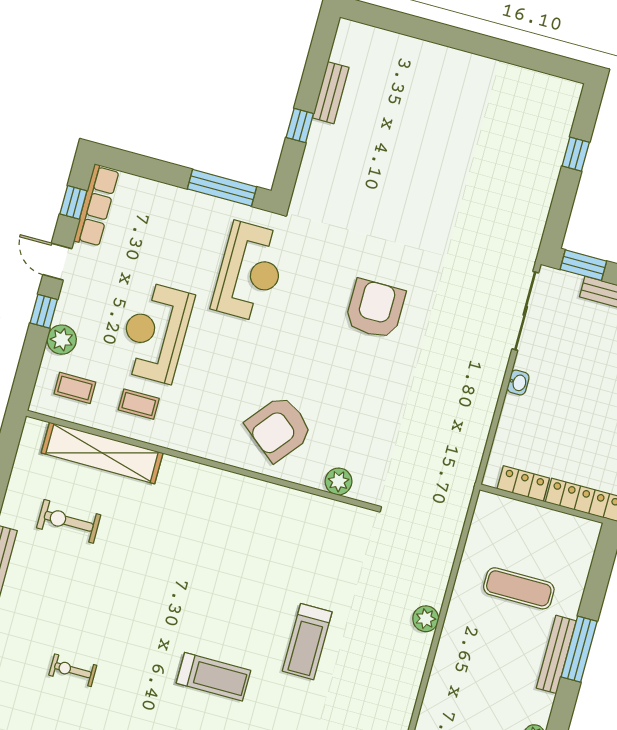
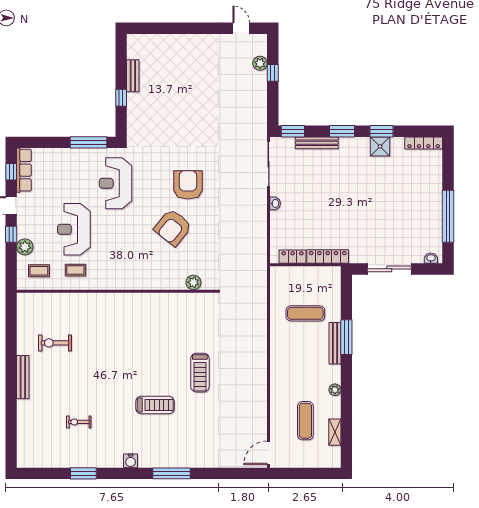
door: (542, 61) -> (241, 28), added
reception desk: (250, 272) -> (116, 183), turned 180
armchair: (279, 429) -> (173, 227), moved
shelving: (102, 453) -> (63, 301), removed
plant: (426, 619) -> (260, 63), moved

